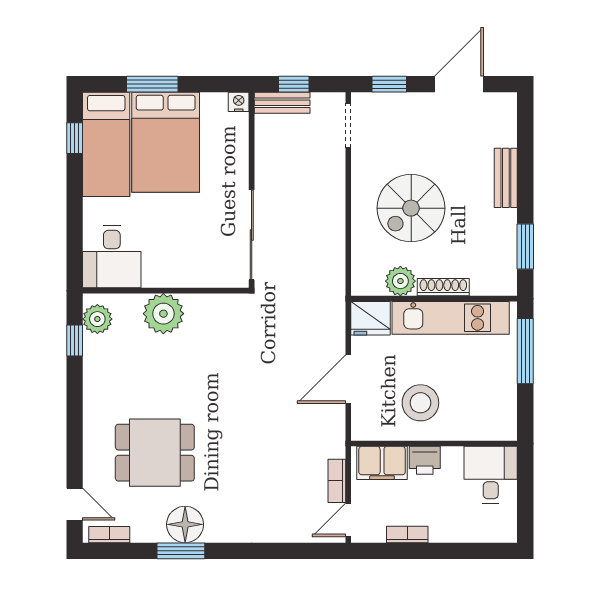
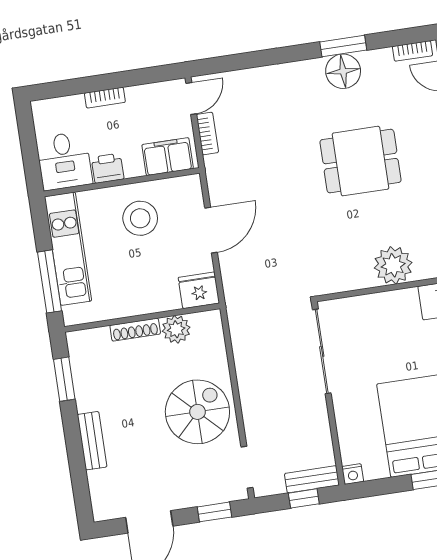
spiral stairs: (411, 208) -> (197, 412), moved
kitchen unit: (451, 318) -> (68, 249), moved, turned 90
dining table: (155, 453) -> (360, 161), moved
printer: (425, 460) -> (108, 168), moved
bookcase: (407, 534) -> (105, 98), moved

